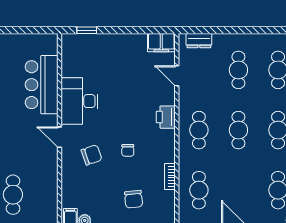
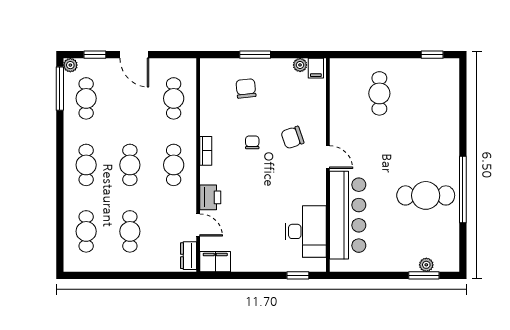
dresser: (199, 41) -> (189, 256), moved, turned -90
bar counter: (42, 85) -> (348, 215), width x1.36
desk: (79, 101) -> (306, 231), moved
printer: (166, 117) -> (210, 197), moved
bookcase: (170, 177) -> (206, 151), moved

